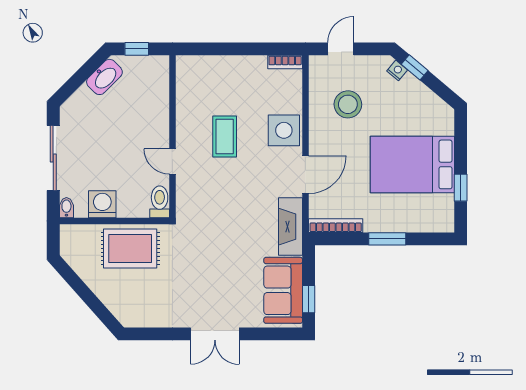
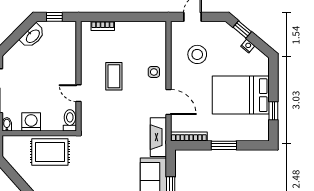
bookcase: (285, 62) -> (103, 26), moved
nightstand: (397, 70) -> (248, 46), moved
side table: (284, 130) -> (154, 72), width x0.54, depth x0.54
door: (305, 175) -> (169, 102), hinge flipped

